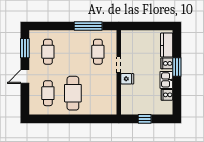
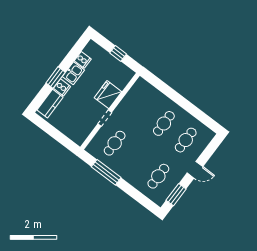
fridge: (127, 79) -> (108, 95), width x1.88, depth x1.34
cafe table: (73, 93) -> (164, 123), width x0.73, depth x0.74

